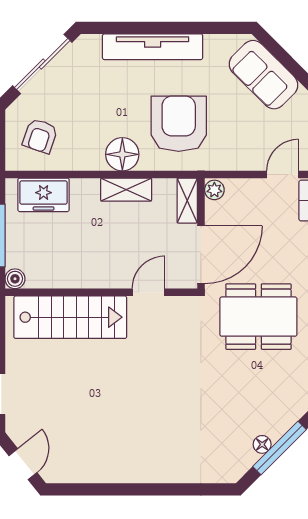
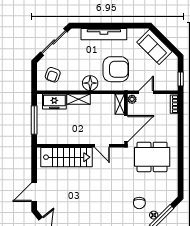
armchair: (179, 124) -> (116, 69), turned 90
door: (283, 175) -> (146, 92), moved
shelving: (126, 190) -> (79, 99), moved
boiler: (15, 279) -> (41, 140), removed
door: (149, 292) -> (102, 146), swing flipped
chair: (230, 418) -> (139, 203), added

